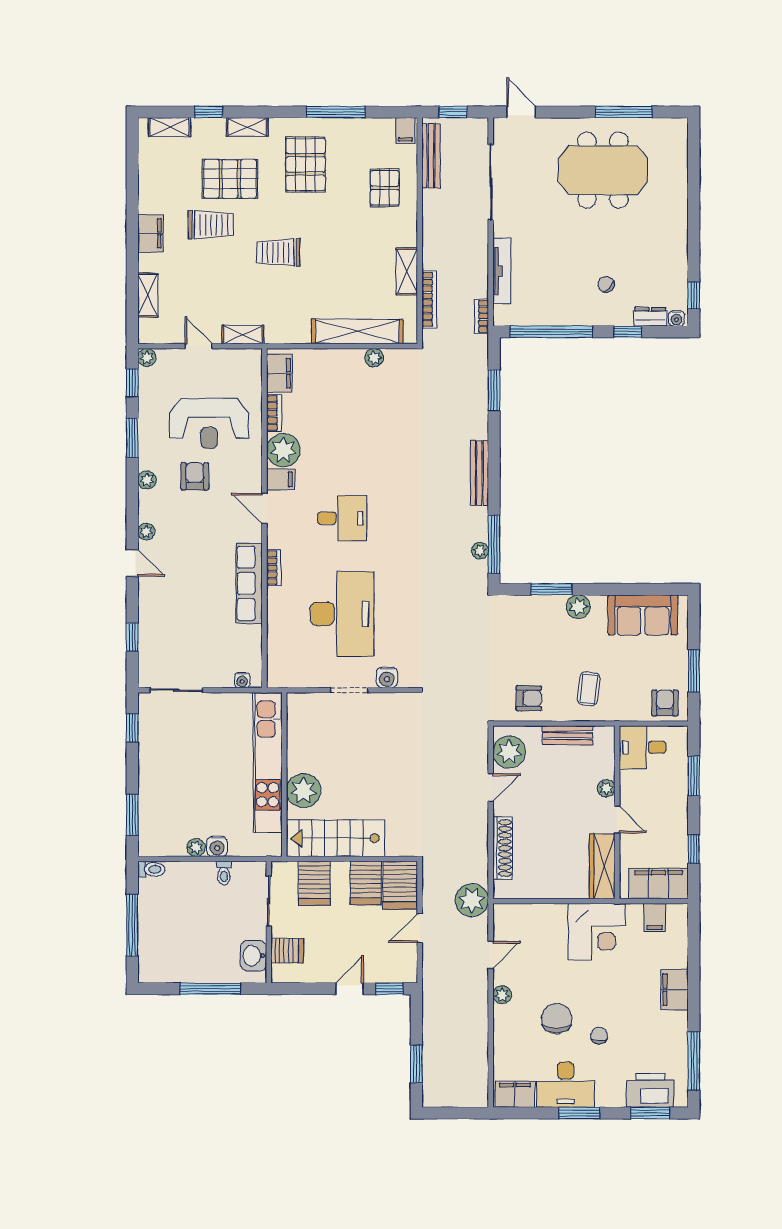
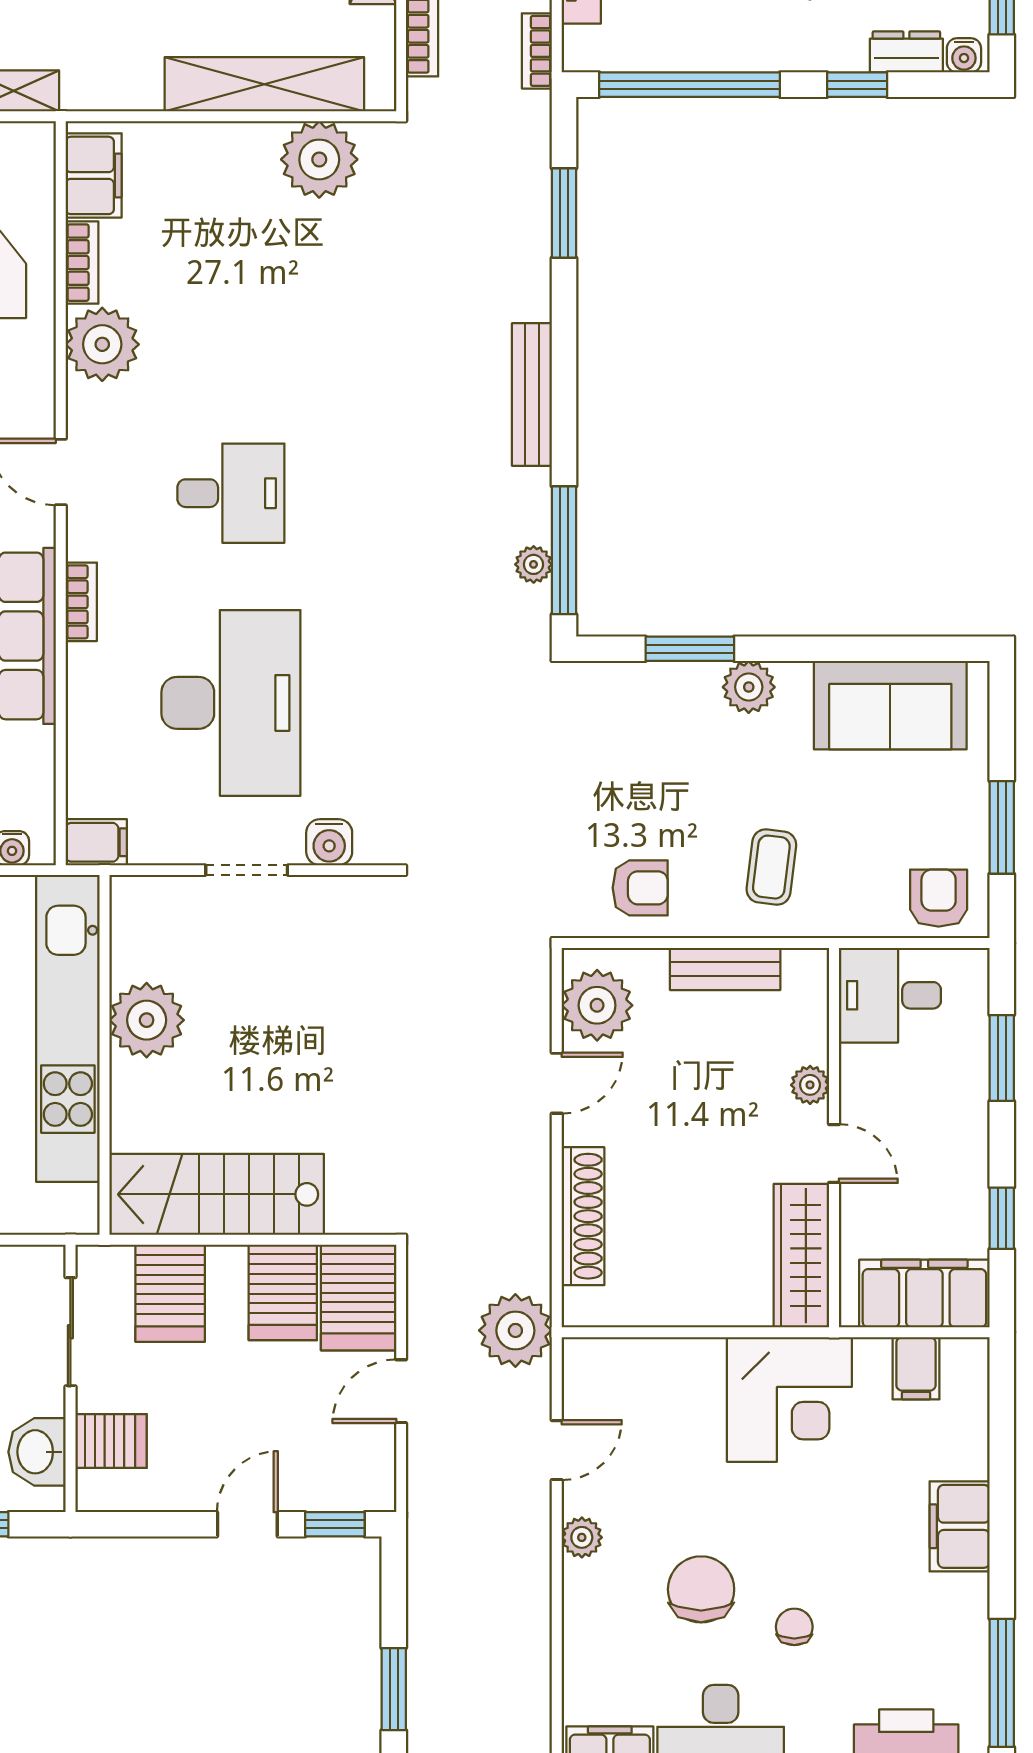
plant: (374, 358) -> (319, 159), width x1.88, depth x1.88
filing cabinet: (281, 479) -> (96, 842), moved
plant: (304, 791) -> (147, 1020), moved

